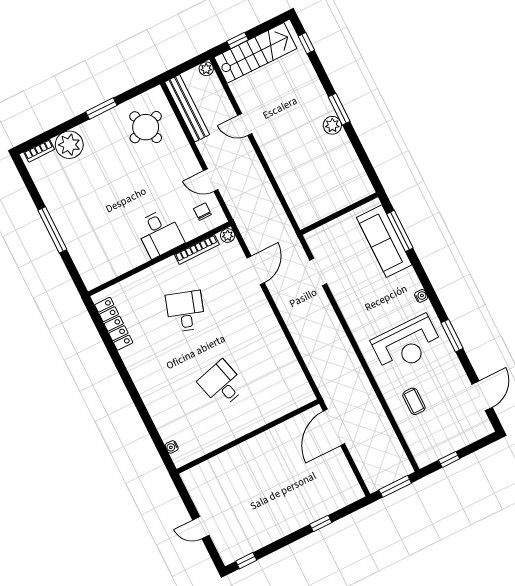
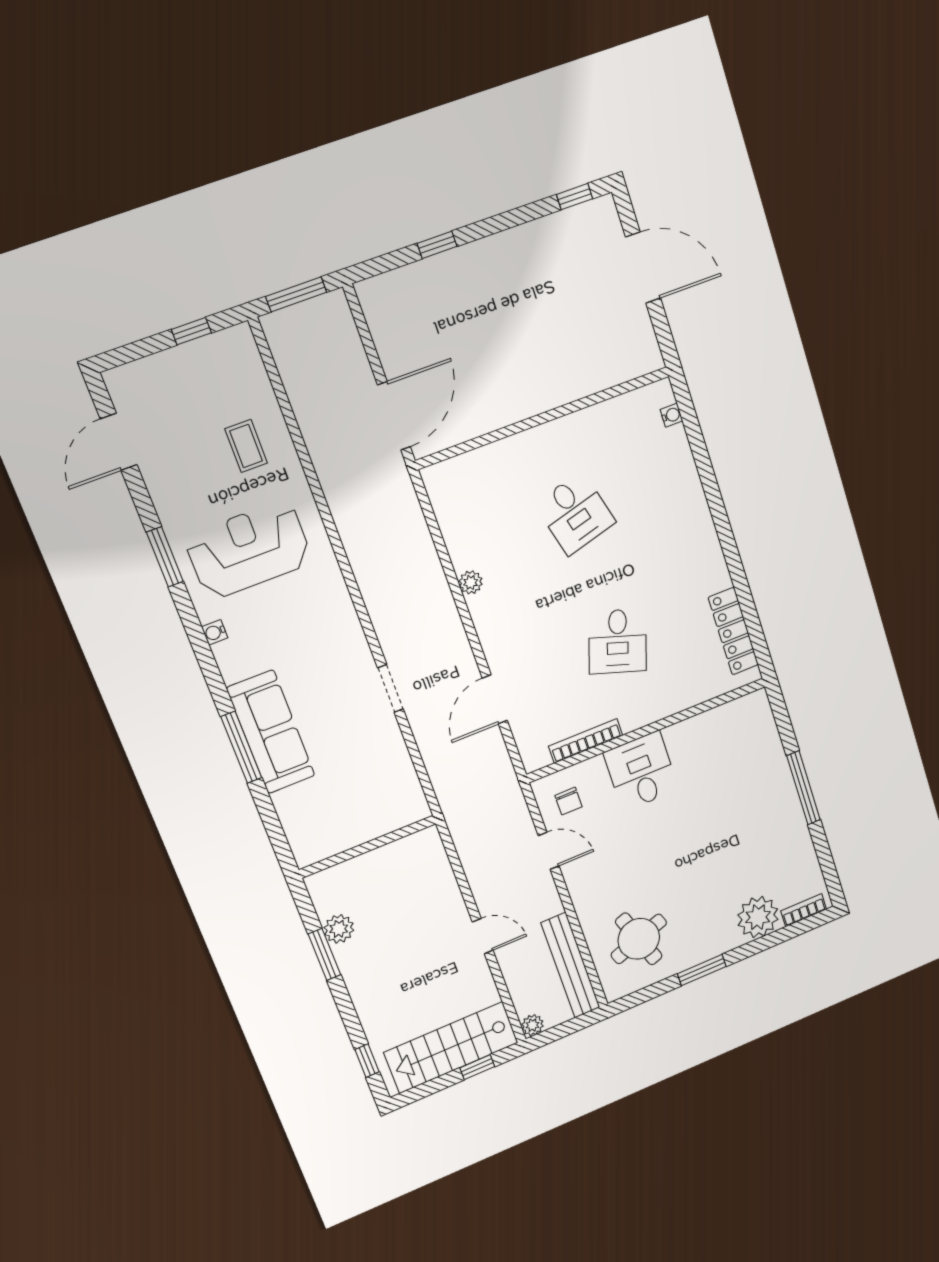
wall: (339, 214) -> (368, 847), moved
plant: (228, 236) -> (471, 582), moved
door: (201, 528) -> (643, 268), width x1.88

